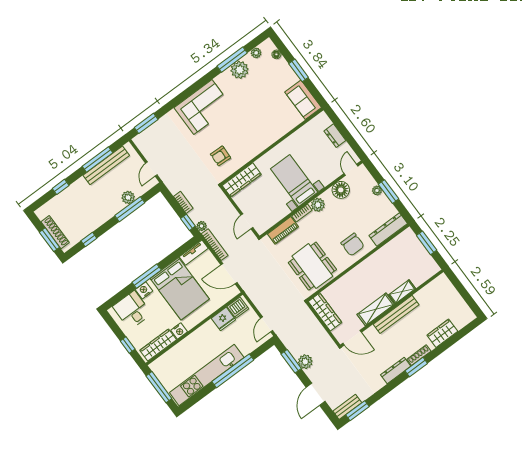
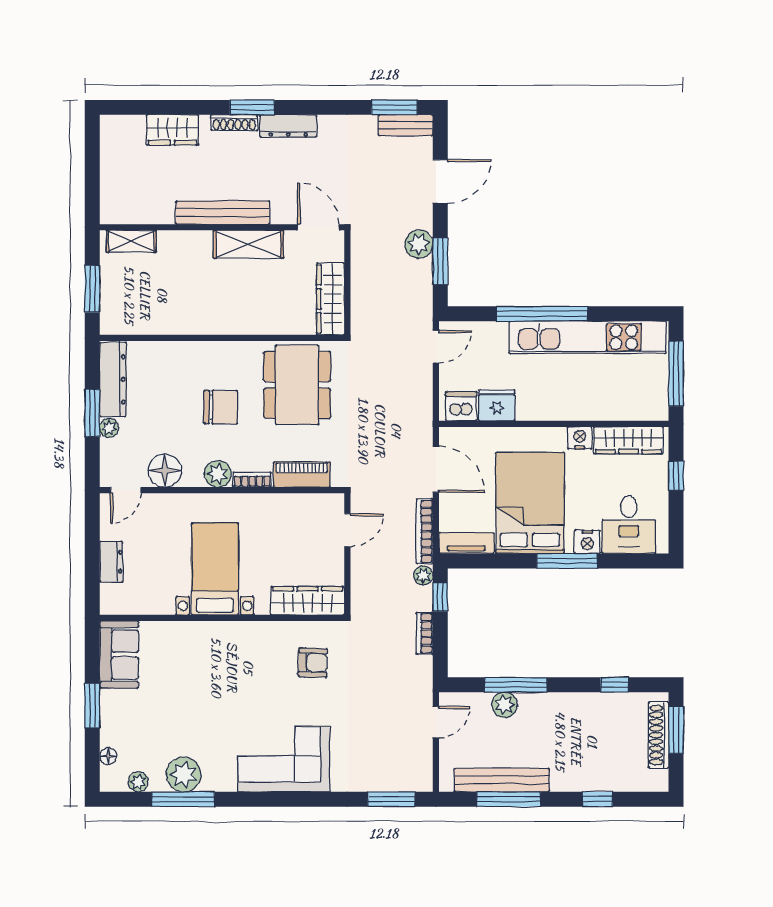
bed with nightstands: (294, 181) -> (215, 569), moved, turned 180
dresser: (388, 230) -> (113, 379), moved, turned -90
chair: (353, 245) -> (221, 407), moved, turned 90
shelving: (402, 292) -> (131, 241), moved

